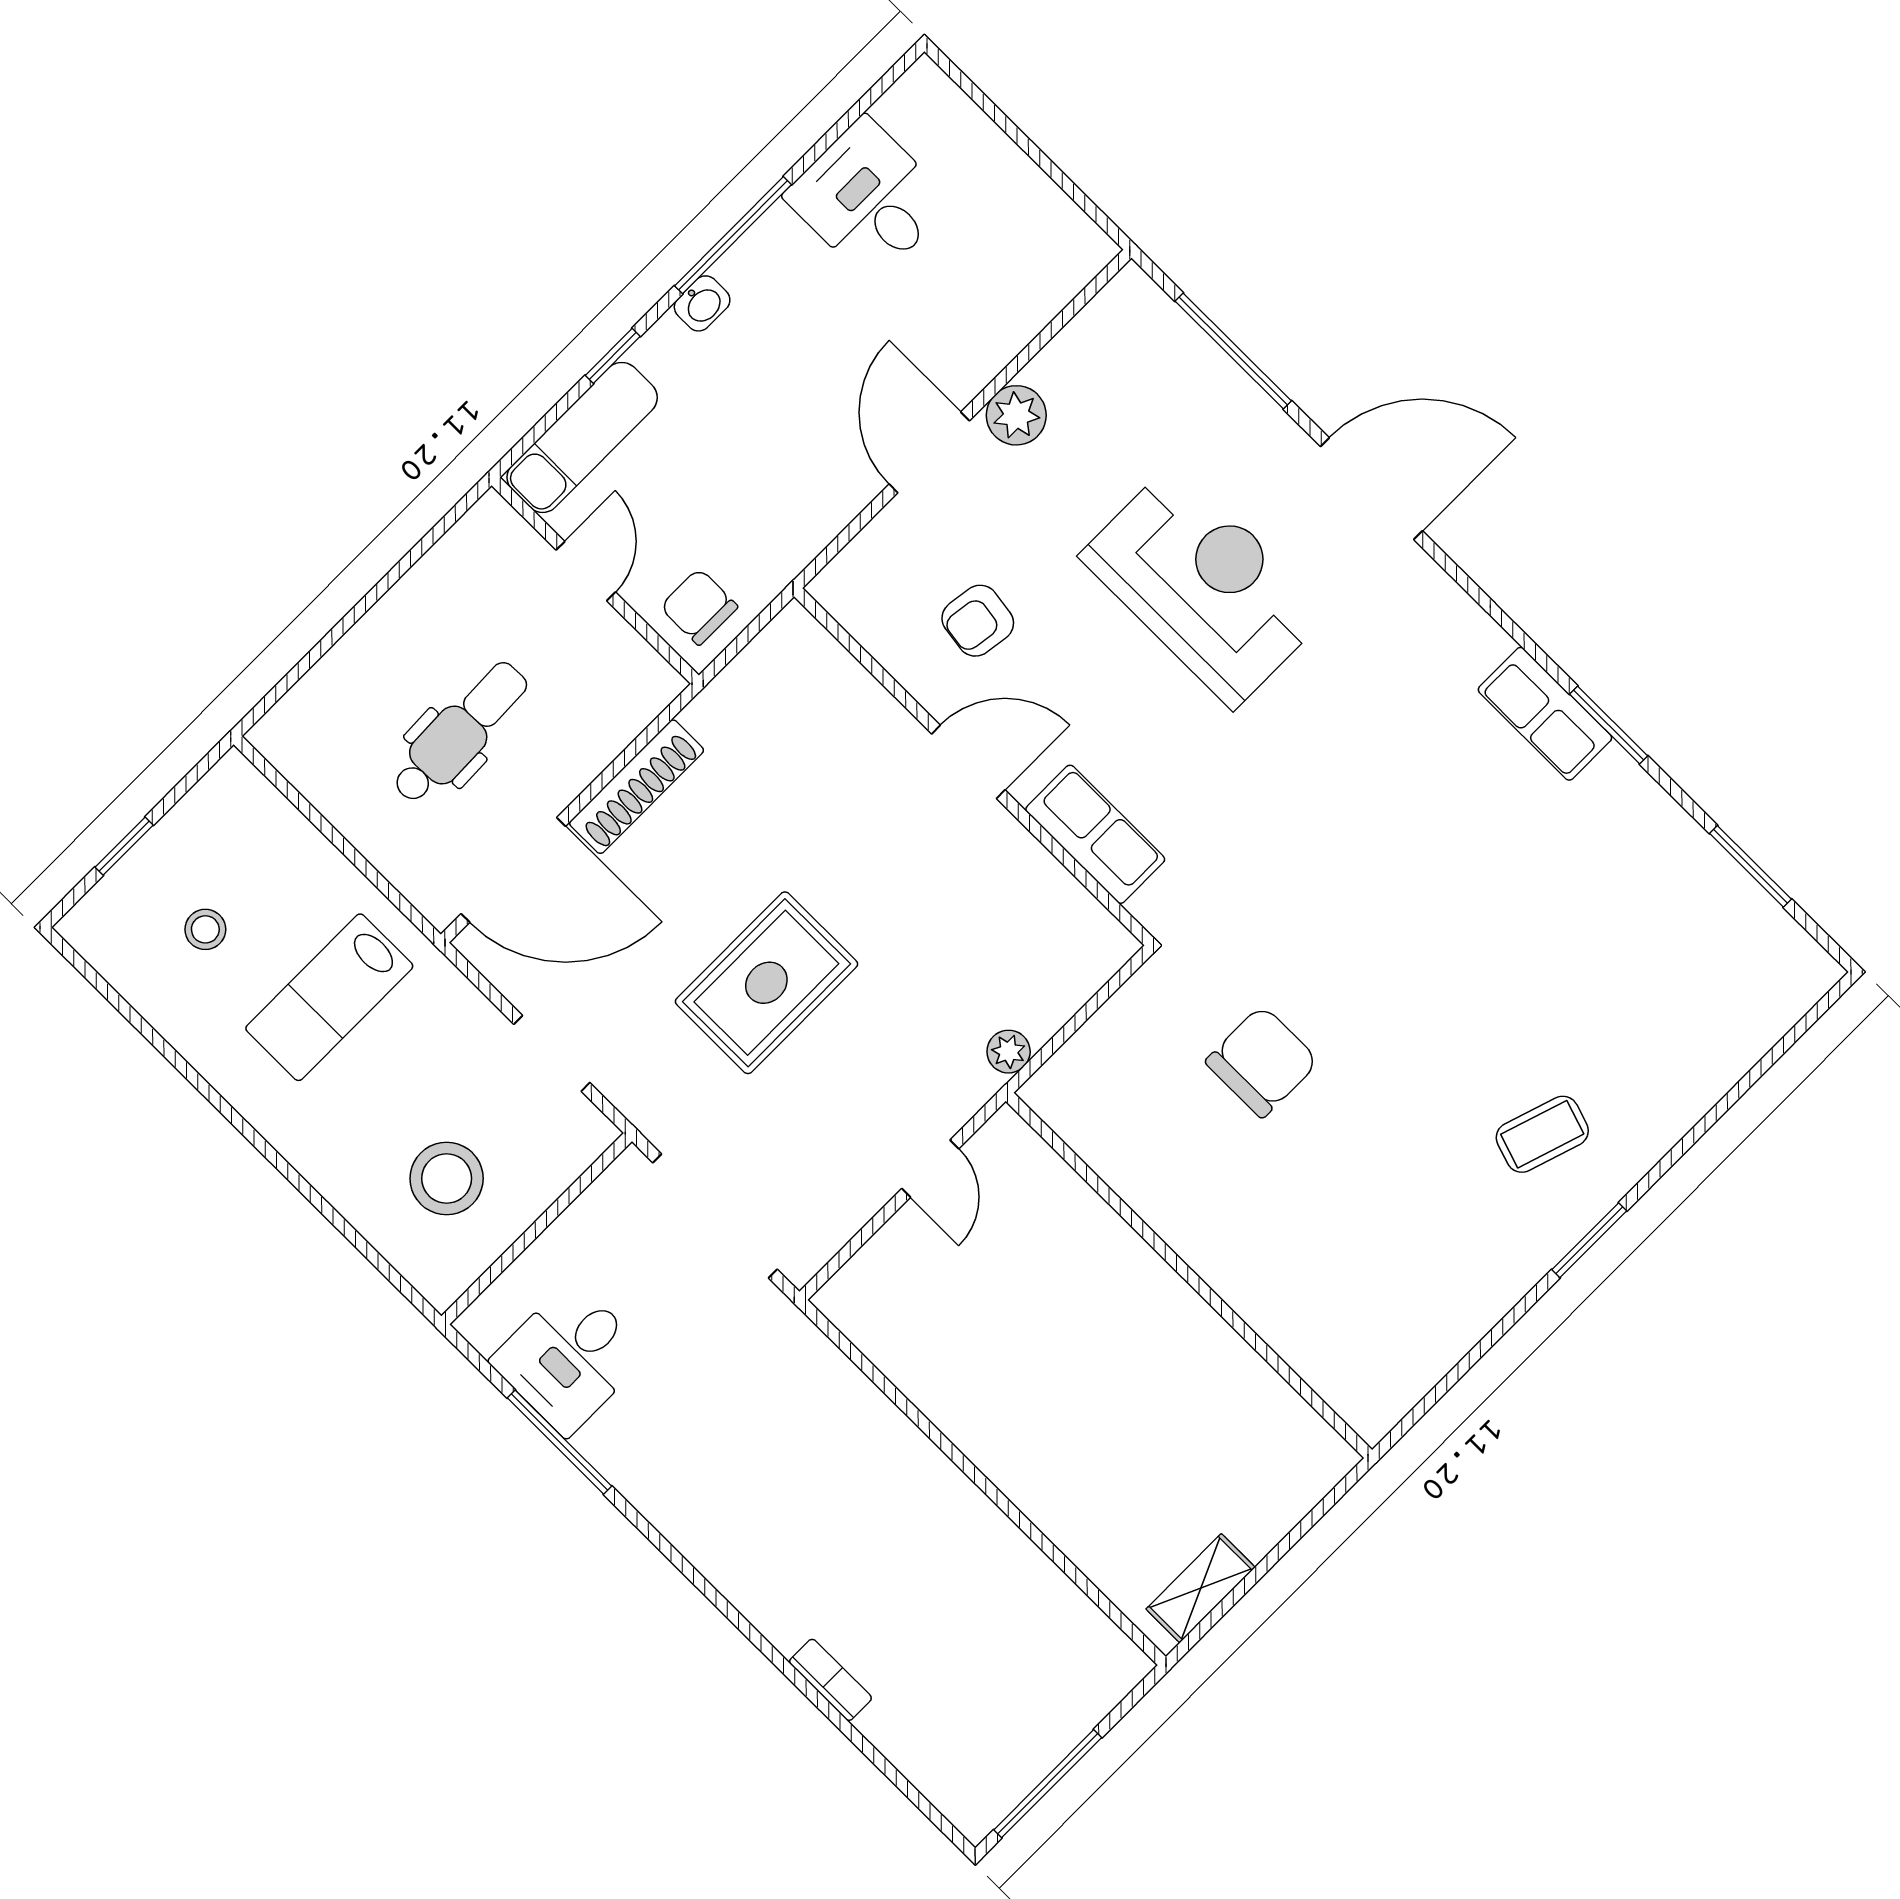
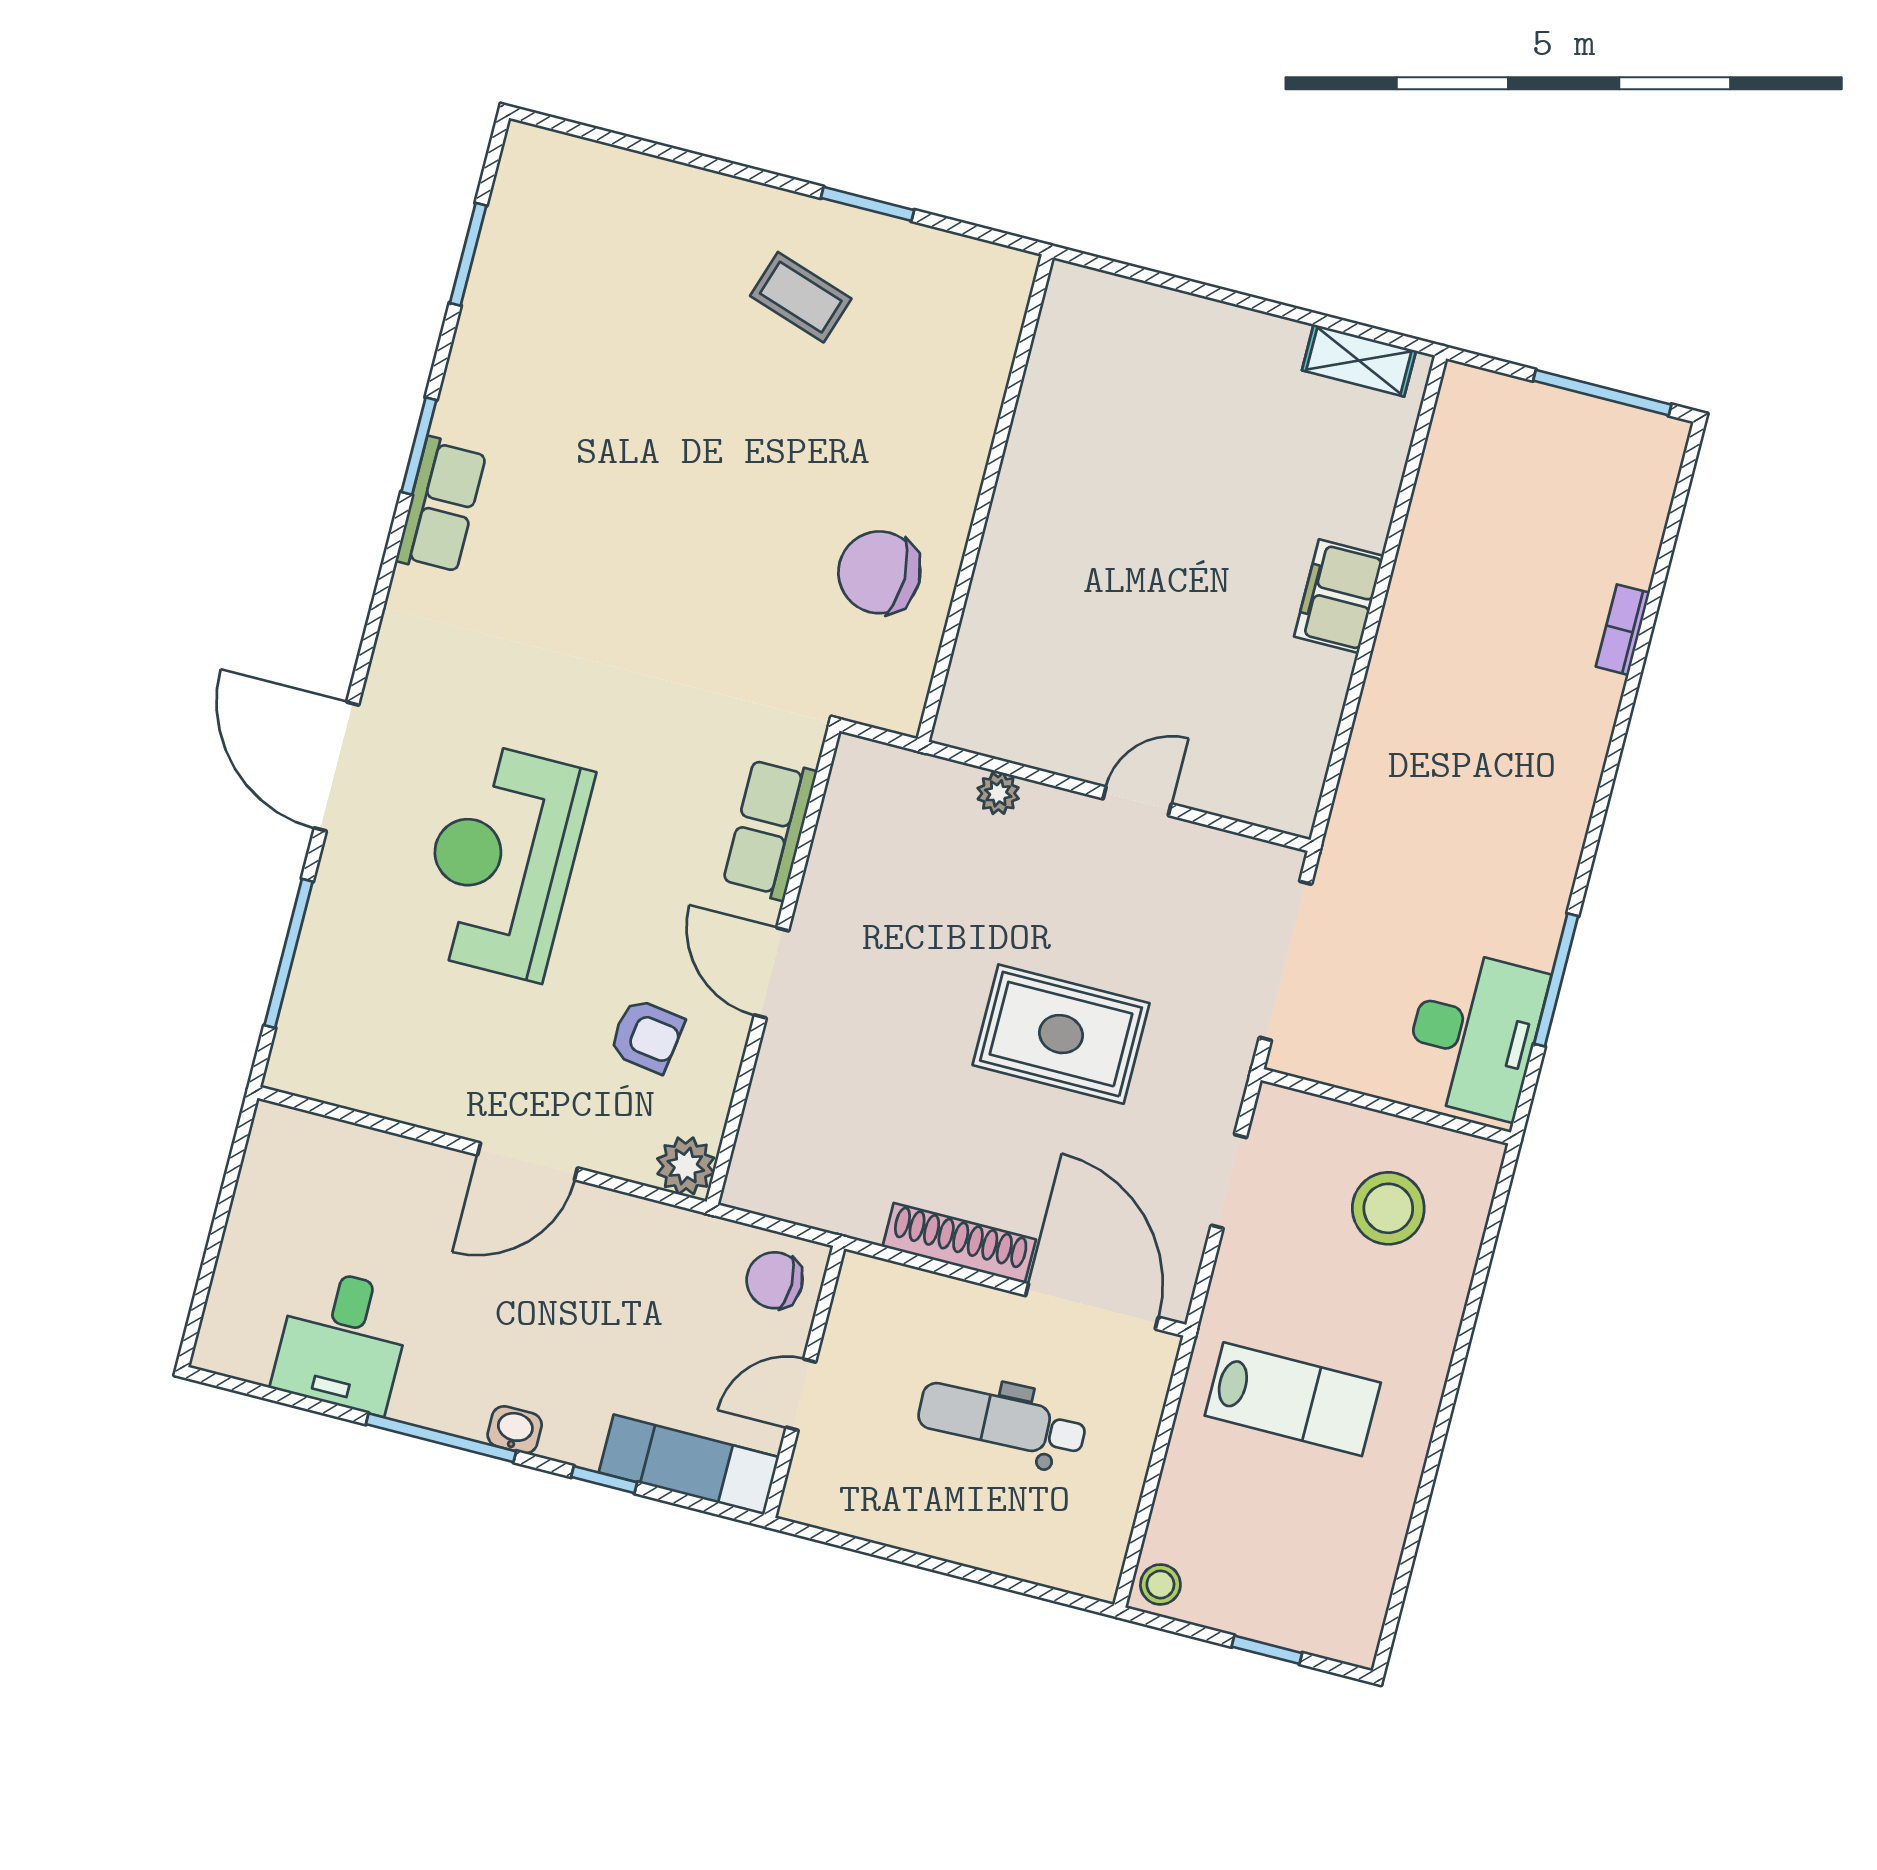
plant: (1016, 415) -> (686, 1166), moved
chair: (699, 607) -> (775, 1280), turned 90
stool: (205, 929) -> (1160, 1584), moved
wall: (1189, 1275) -> (985, 498), moved
desk: (569, 1358) -> (1474, 1034), width x1.37
filing cabinet: (1005, 1450) -> (1339, 596), added

